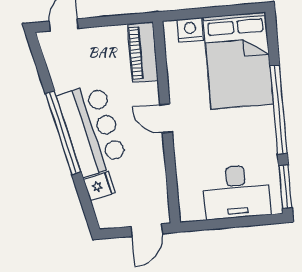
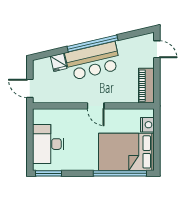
piano: (143, 52) -> (146, 86), moved, turned -90
window: (279, 110) -> (120, 173), moved
door: (166, 118) -> (96, 106), swing flipped

